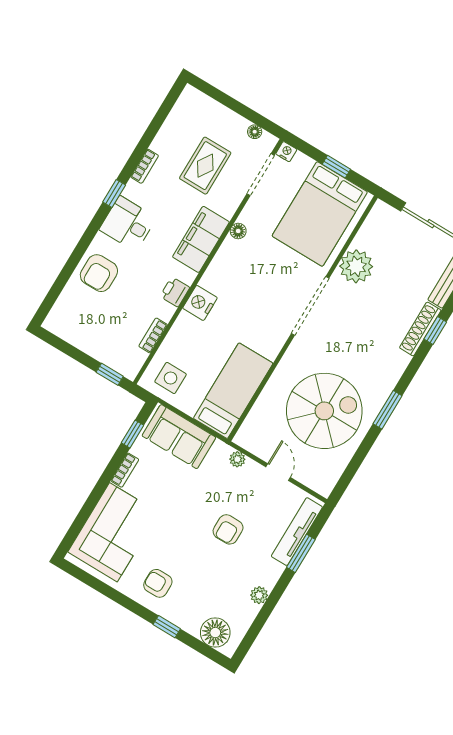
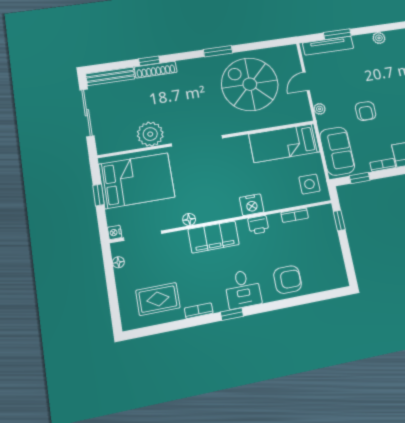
rug: (205, 166) -> (158, 299), moved
armchair: (228, 529) -> (366, 111), moved, turned 90

